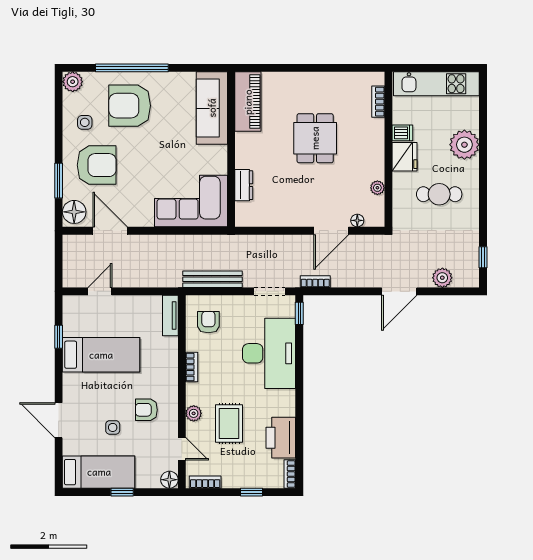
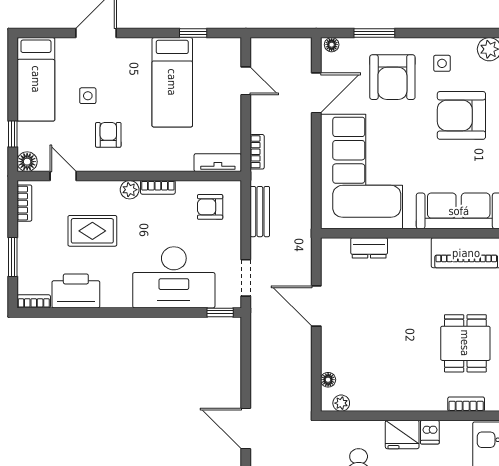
armchair: (130, 106) -> (461, 115), turned -90
dining table: (315, 138) -> (465, 343), moved, turned 90
plant: (377, 188) -> (341, 403), moved
corner sofa: (191, 201) -> (361, 171), width x1.36, depth x1.36
floor lamp: (74, 212) -> (332, 45), width x0.53, depth x0.53
door: (331, 231) -> (316, 306), moved
bench: (212, 279) -> (260, 212), width x0.73
bookcase: (315, 282) -> (257, 152), moved
armchair: (208, 322) -> (210, 207), turned 180
plant: (194, 413) -> (130, 190), moved
door: (182, 449) -> (63, 176), swing flipped
window: (122, 492) -> (13, 134), moved
window: (252, 492) -> (13, 257), width x1.50

